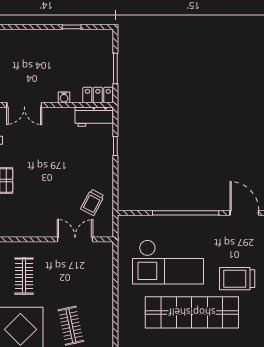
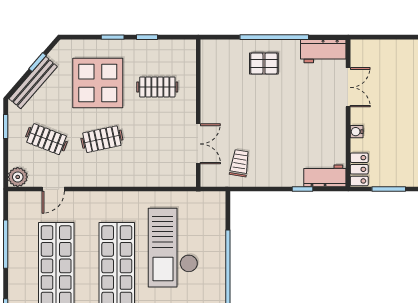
double door: (24, 105) -> (348, 87), swing flipped
workbench: (94, 117) -> (325, 176), moved, turned 90
trolley: (92, 202) -> (240, 163), turned 71

